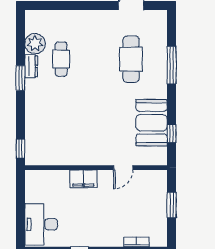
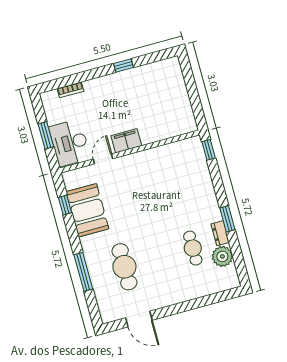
filing cabinet: (83, 179) -> (126, 141), moved
desk: (41, 224) -> (70, 143), moved, turned 180

